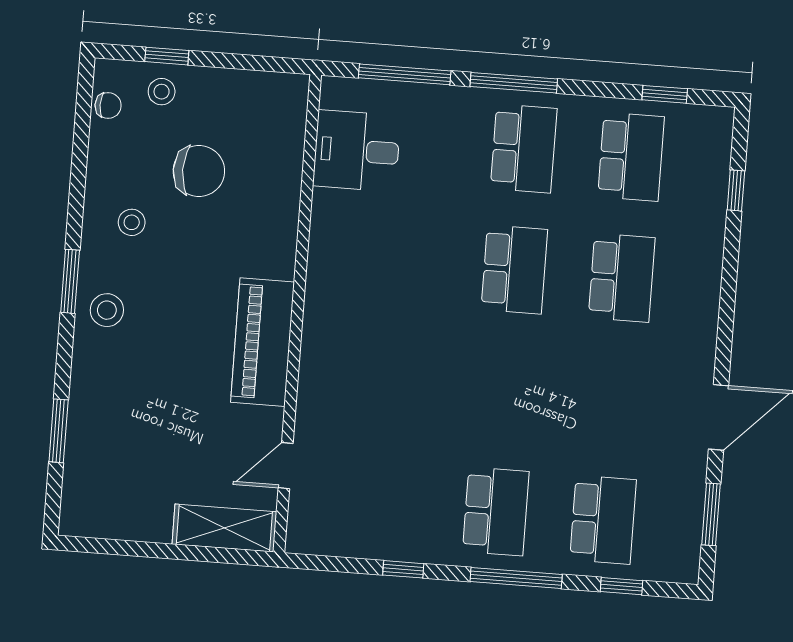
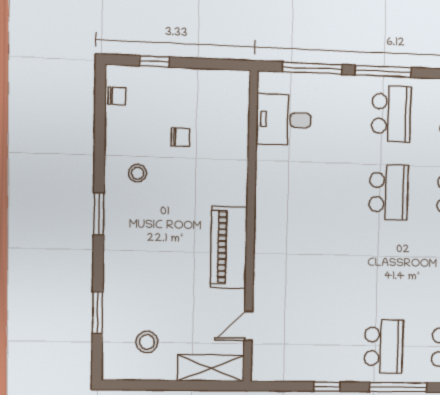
stool: (162, 92) -> (152, 85), removed
chair: (199, 171) -> (180, 137), width x0.54, depth x0.54
stool: (107, 310) -> (147, 342), moved

